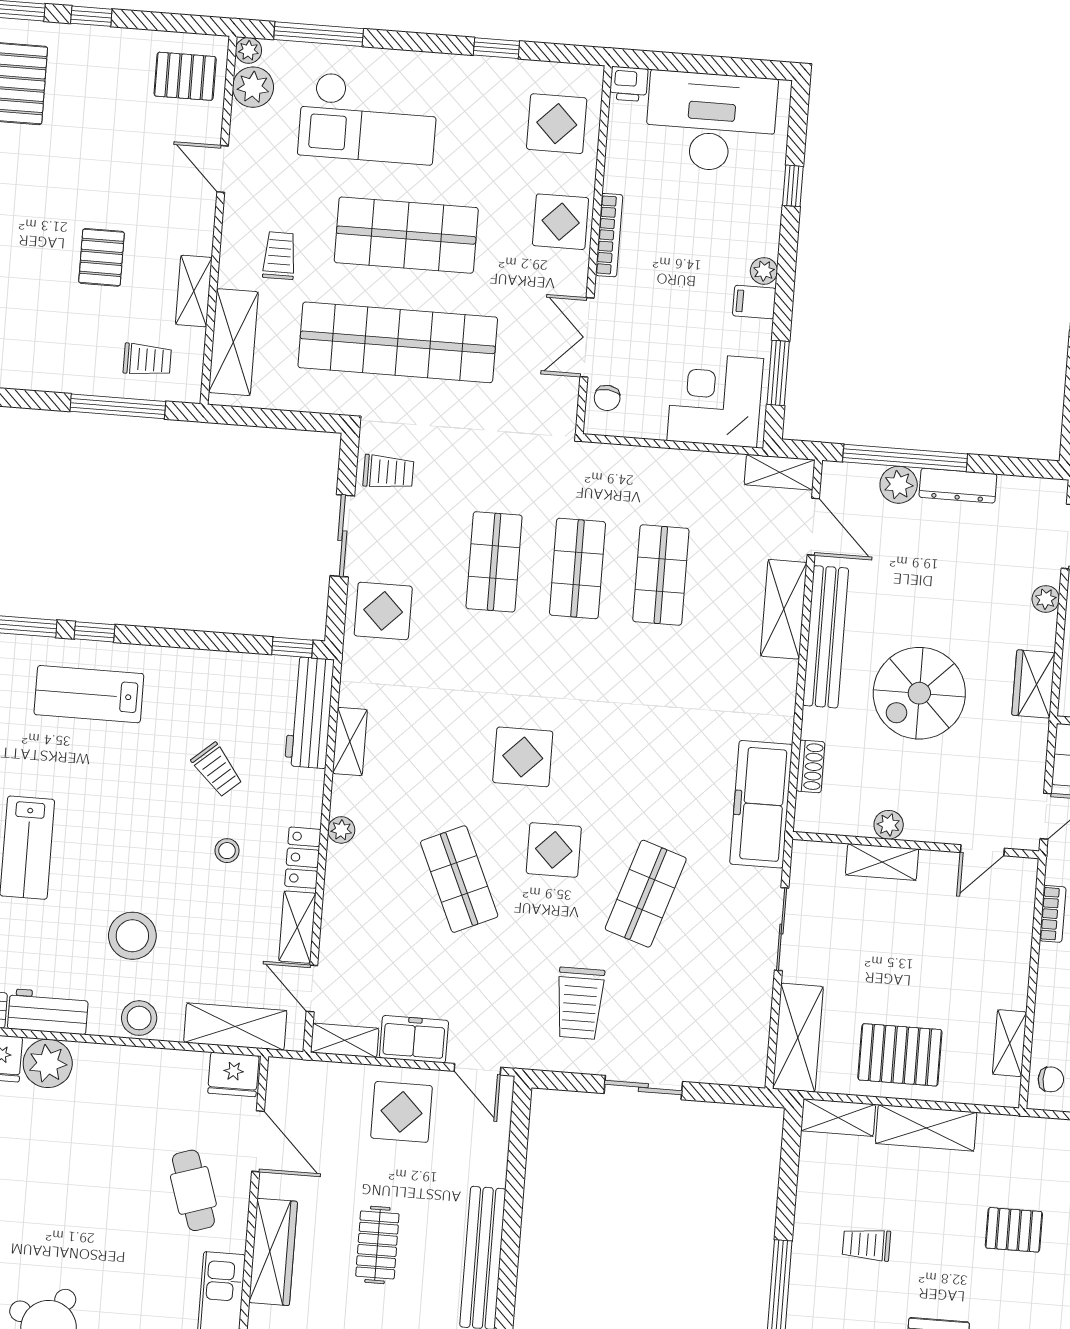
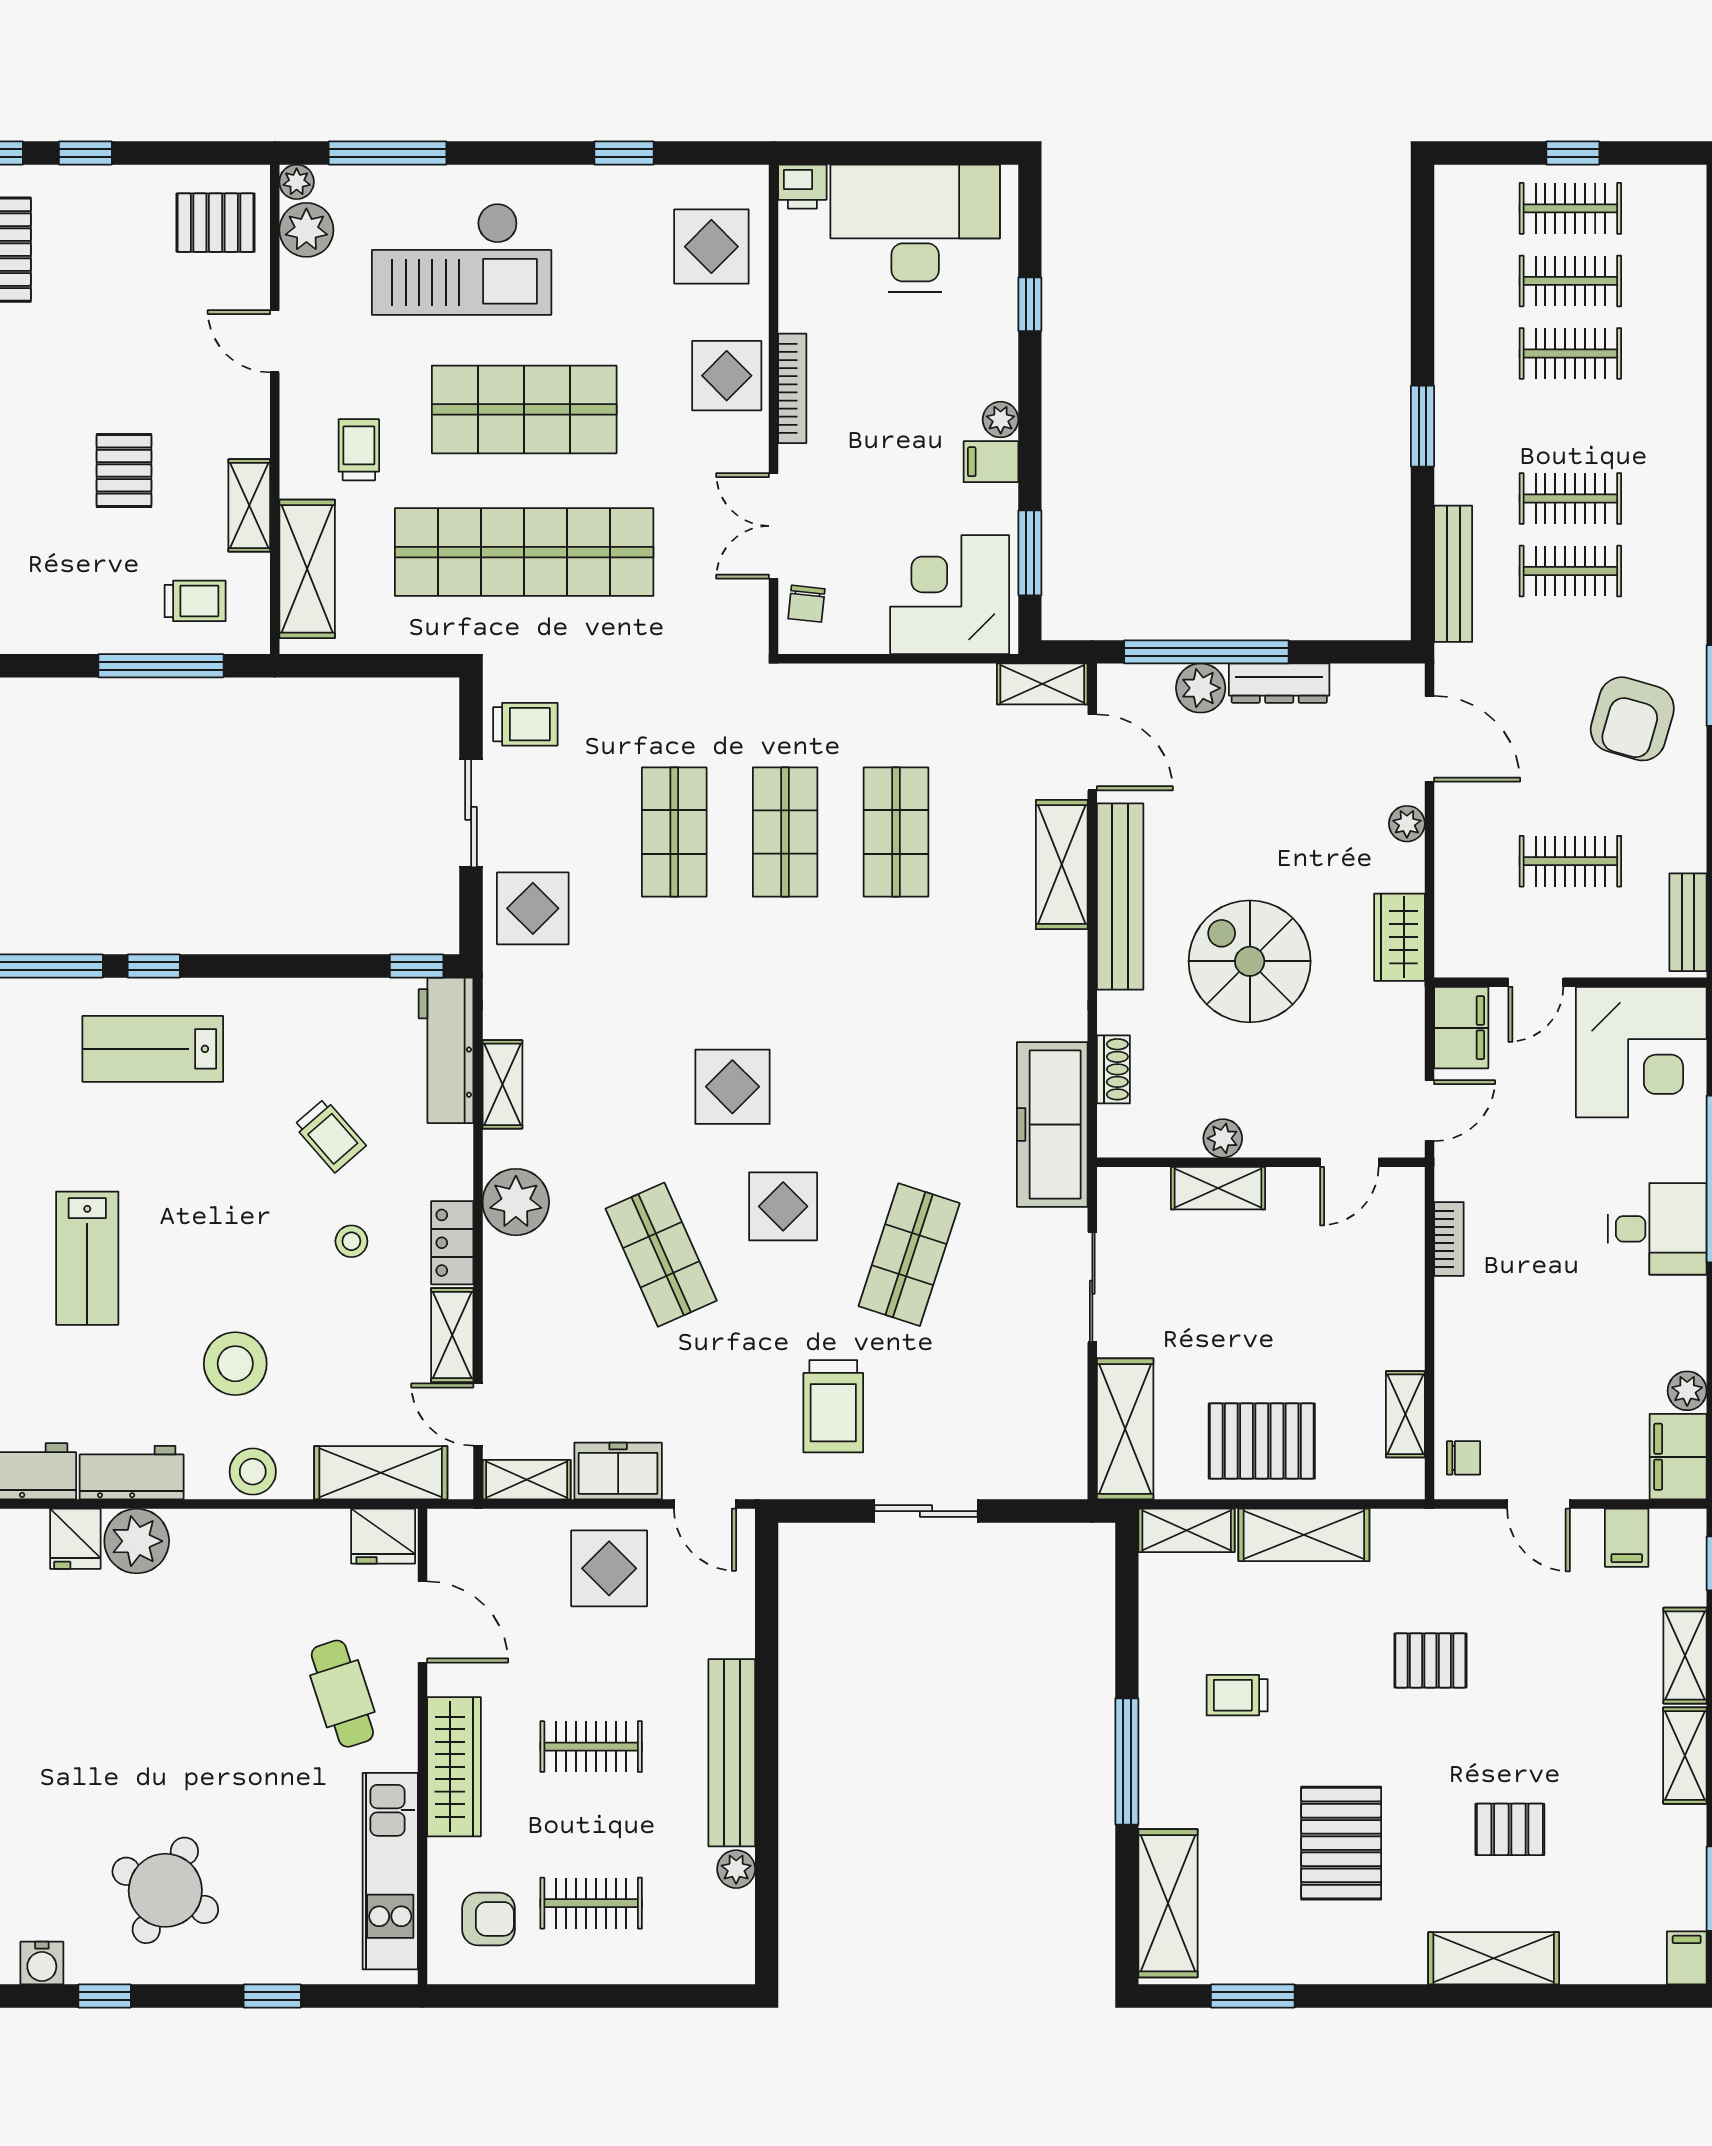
spiral stairs: (919, 693) -> (1250, 961), turned 90
plant: (341, 830) -> (516, 1202), width x1.88, depth x1.88
clothes rail: (377, 1245) -> (591, 1747), turned 90

